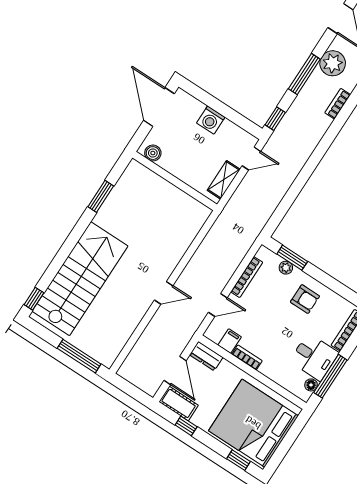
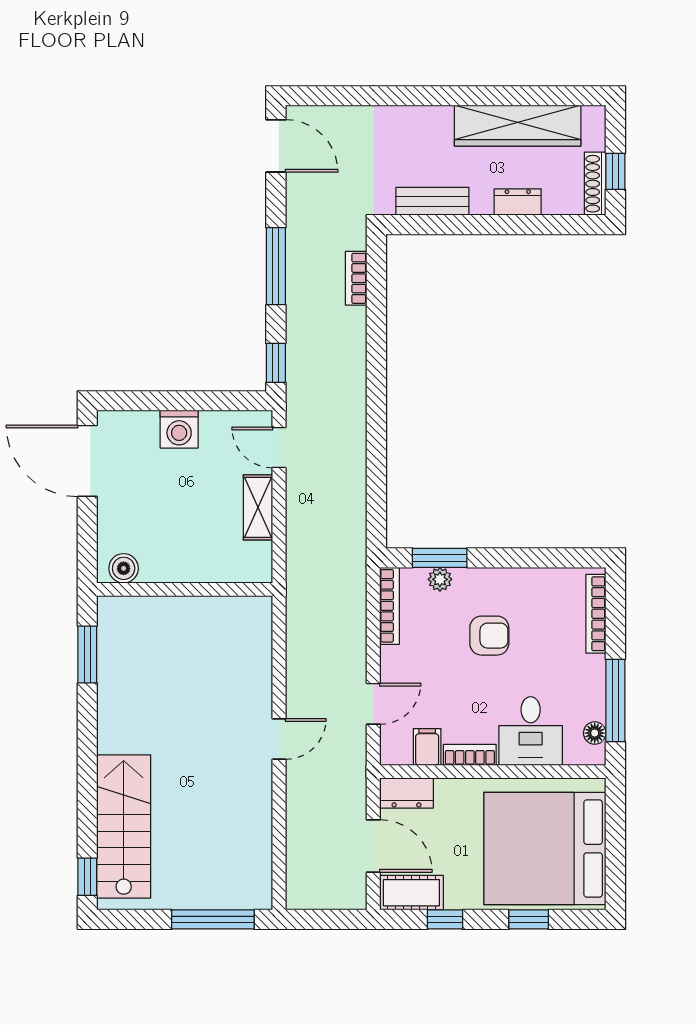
plant: (333, 63) -> (308, 222), removed
boiler: (153, 153) -> (124, 568), moved
door: (251, 159) -> (279, 448), swing flipped
wall: (175, 181) -> (185, 589), moved
bookcase: (247, 277) -> (389, 606), moved
stairs: (80, 279) -> (124, 826), width x0.73, depth x0.66
armchair: (305, 299) -> (489, 636), moved
desk: (314, 357) -> (531, 731), moved, turned 90
window: (238, 460) -> (529, 919), moved

